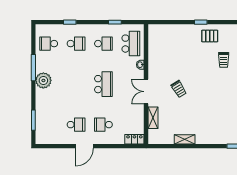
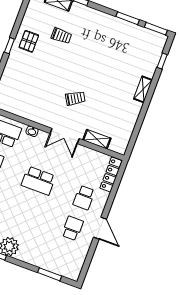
school desk: (103, 84) -> (38, 181), turned 180
locker: (134, 139) -> (111, 175), width x1.53
shelving: (185, 139) -> (143, 89), moved

